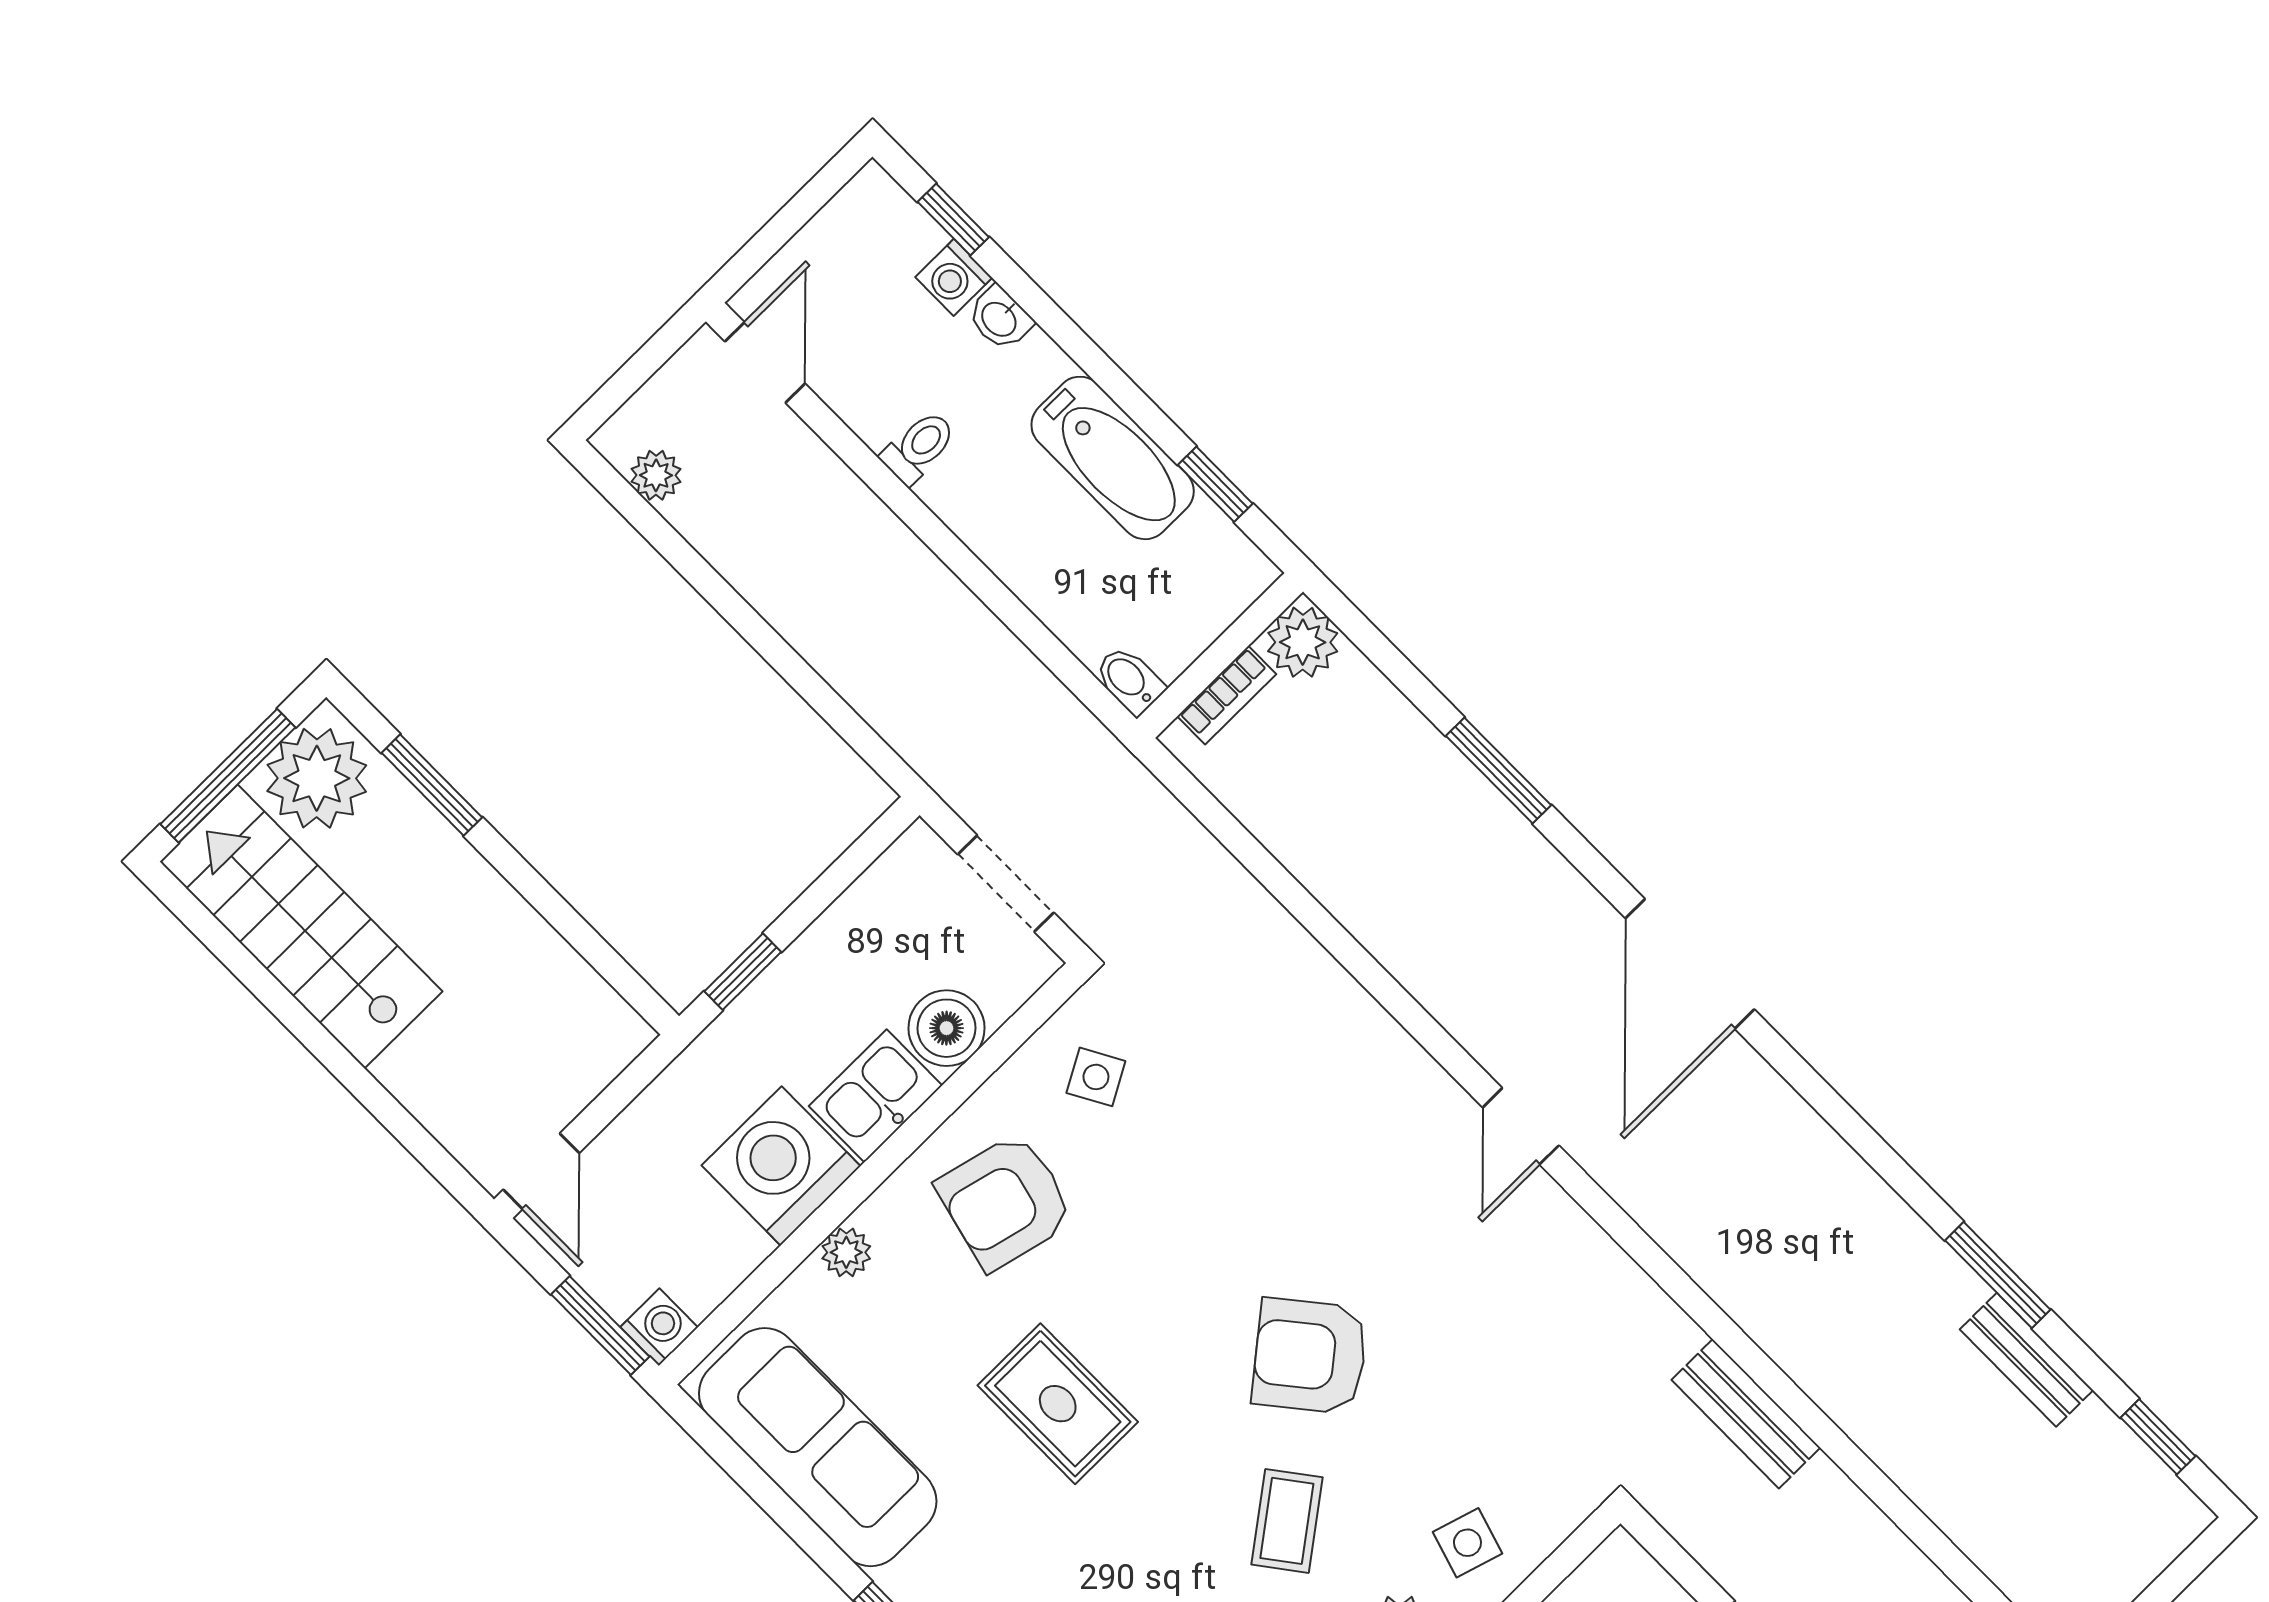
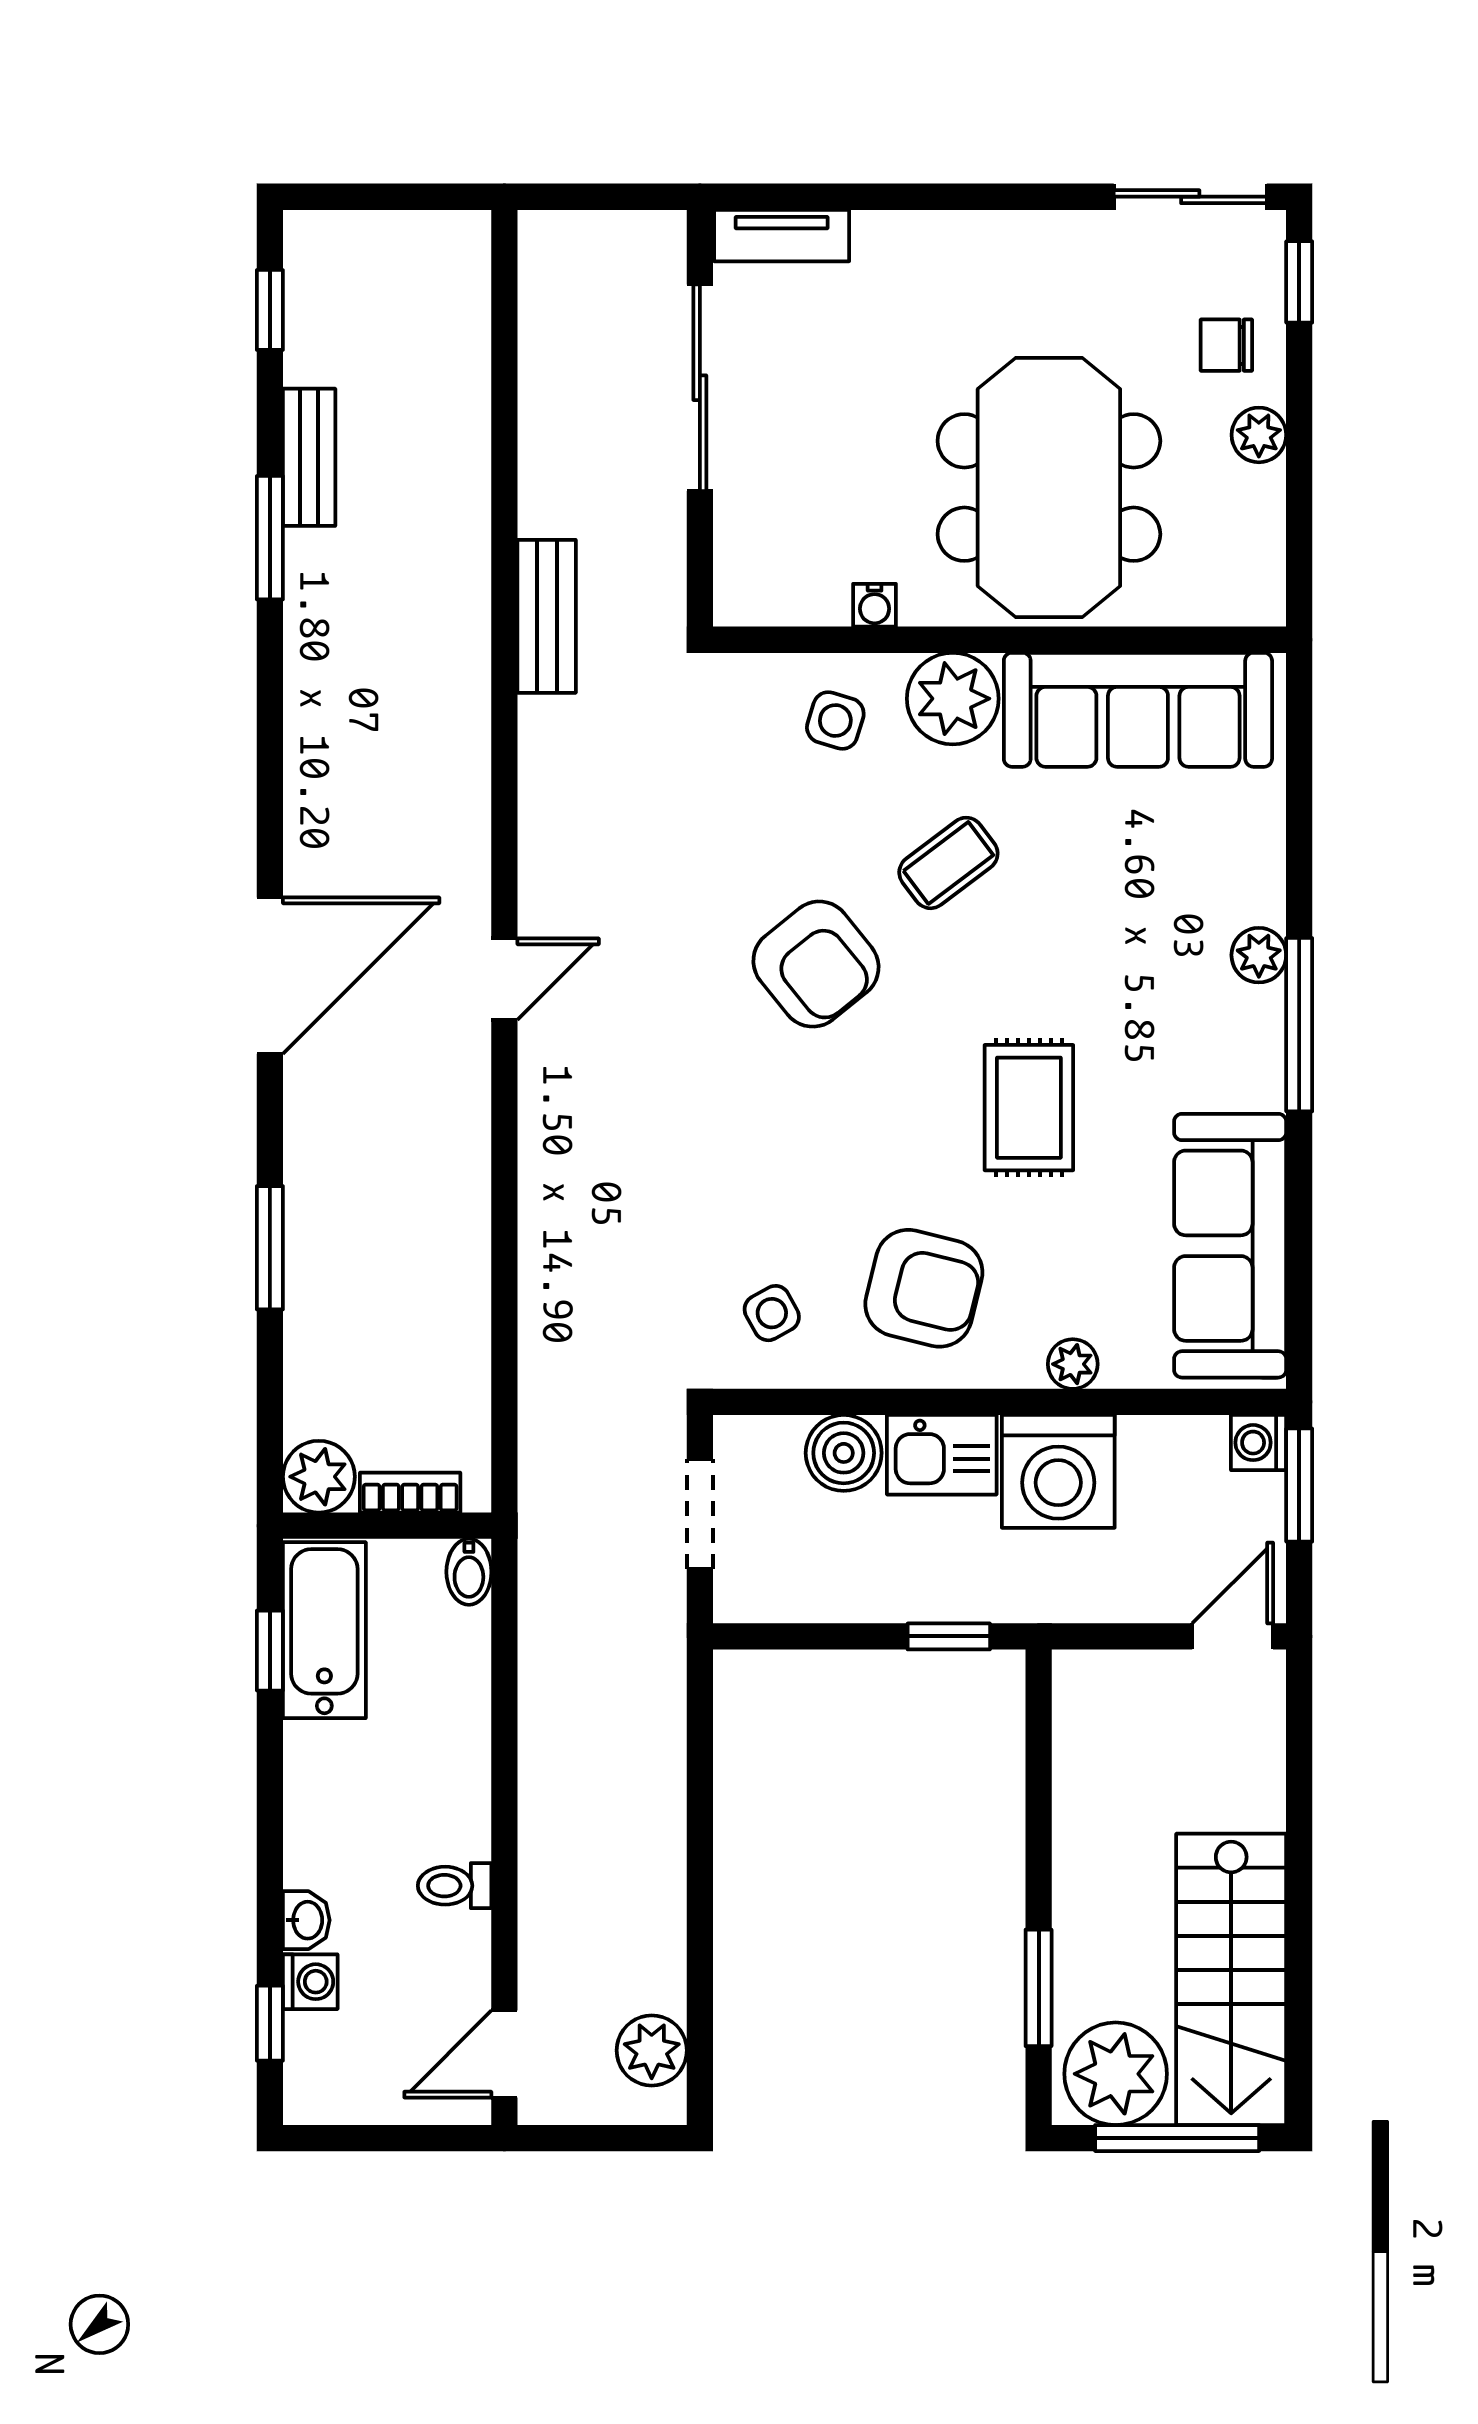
bathtub: (1113, 458) -> (324, 1630), moved
plant: (656, 475) -> (652, 2050), width x1.38, depth x1.38

